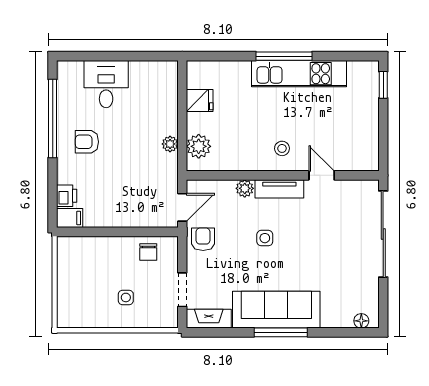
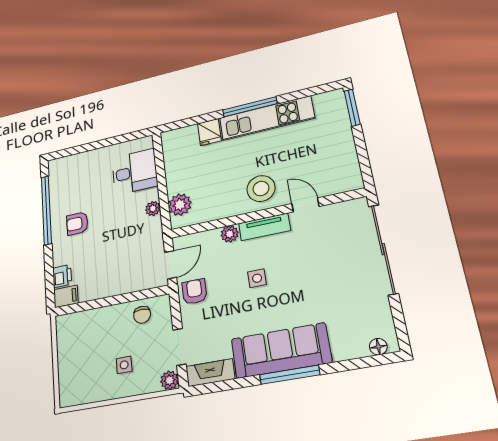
desk: (106, 84) -> (135, 172), moved, turned 90
window: (383, 85) -> (352, 108), width x1.50
fridge: (200, 100) -> (209, 132), moved, turned 90
stool: (282, 148) -> (261, 188), width x1.89, depth x1.89
plant: (169, 319) -> (169, 380), added

